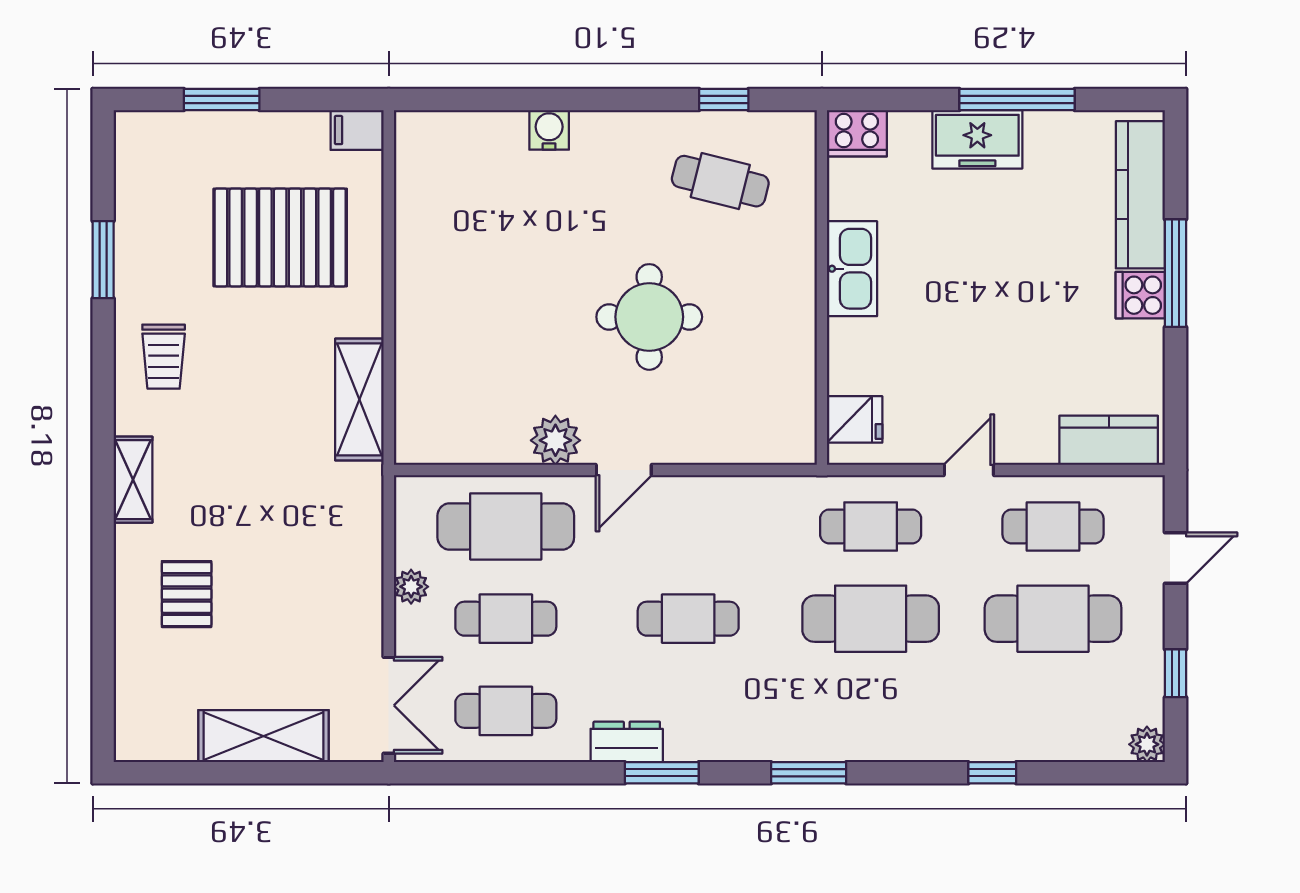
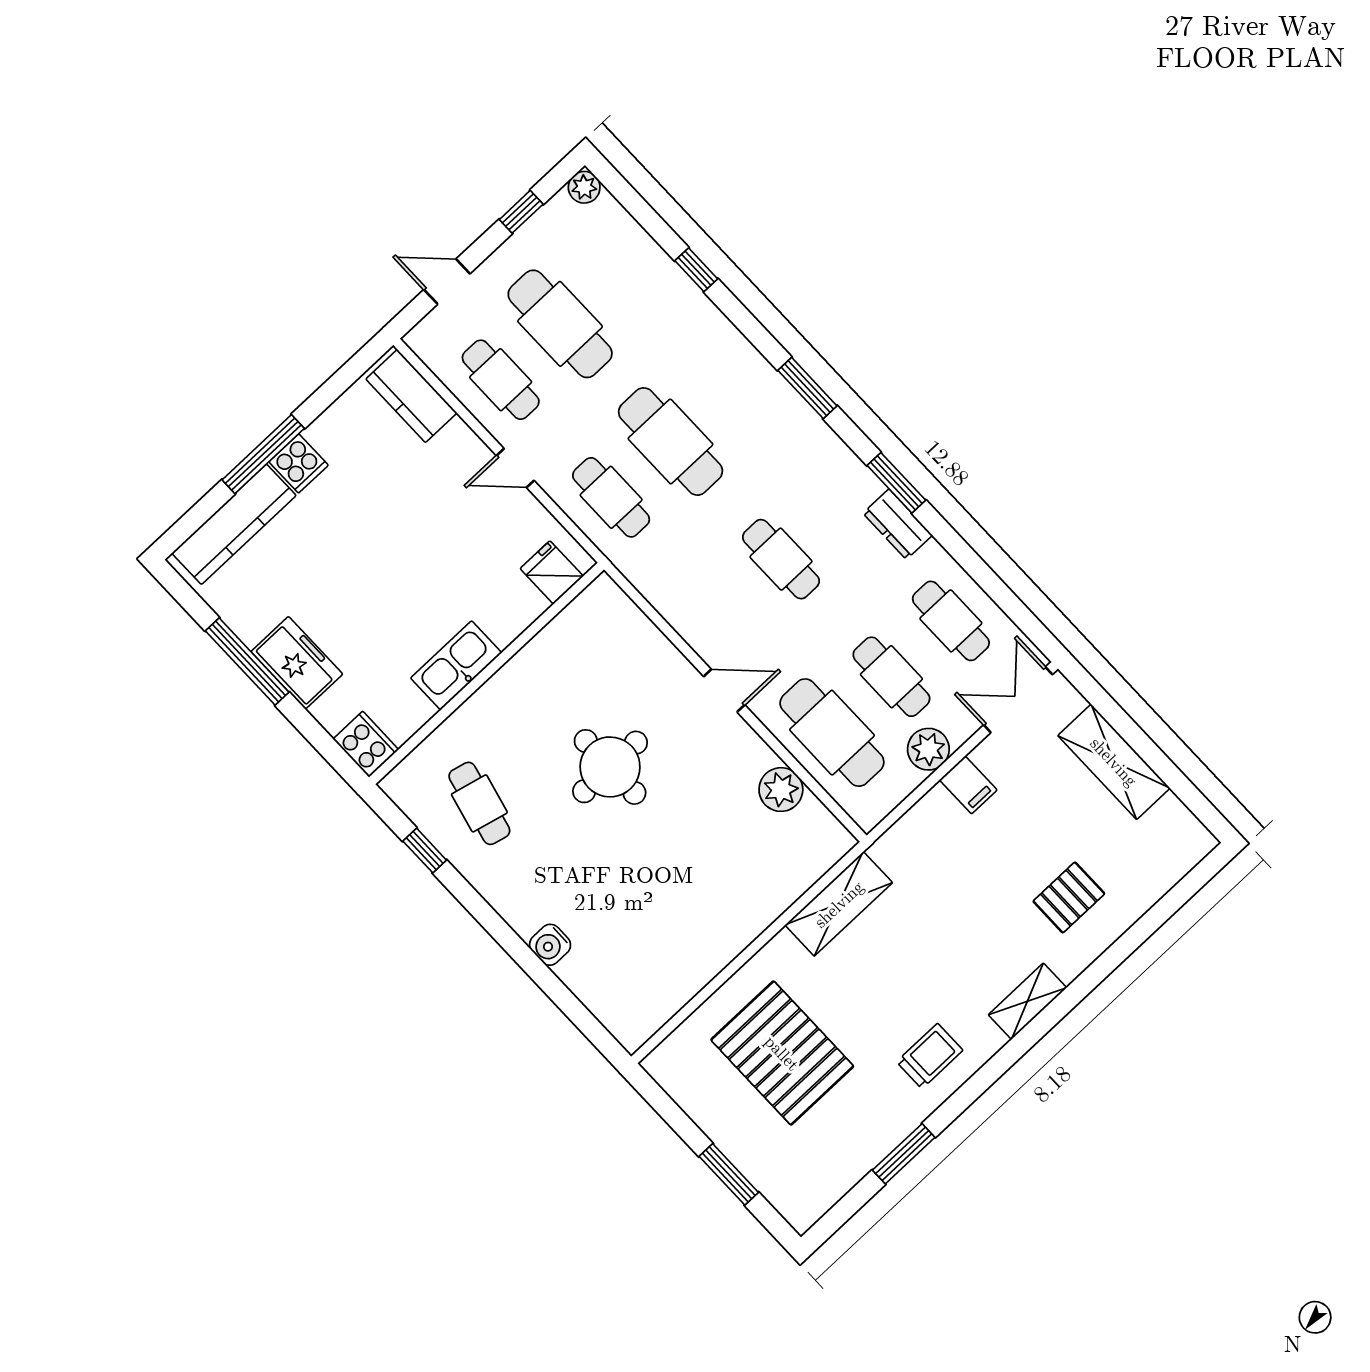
filing cabinet: (357, 130) -> (968, 785), moved
plant: (555, 440) -> (781, 790), moved
plant: (411, 587) -> (928, 749), width x1.38, depth x1.38

